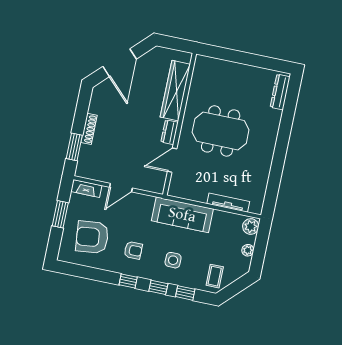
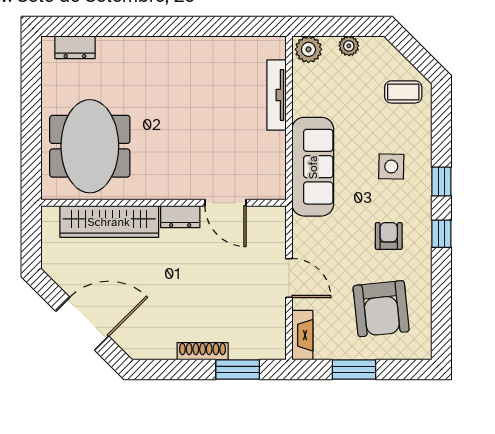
dresser: (280, 92) -> (75, 47), width x0.70
meeting table: (221, 131) -> (90, 146), moved
window: (185, 293) -> (441, 135), removed

